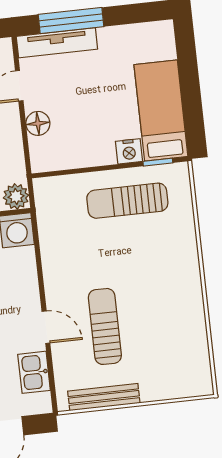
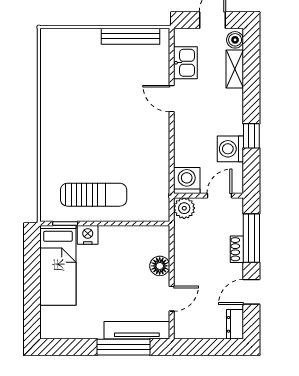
sun lounger: (105, 326) -> (123, 94), removed

